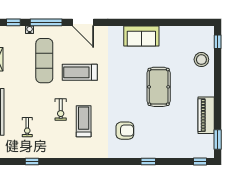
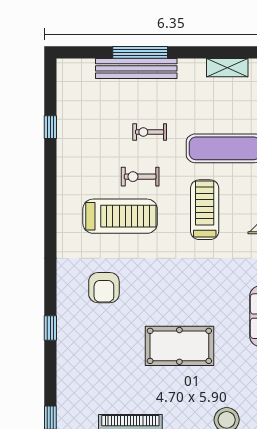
treadmill: (84, 121) -> (120, 216), width x1.37, depth x1.38
exercise bike: (27, 127) -> (150, 132), moved

